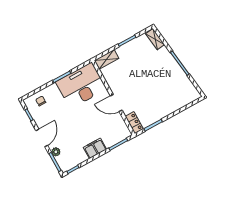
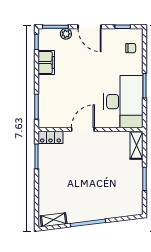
shelving: (155, 39) -> (54, 220), moved
filing cabinet: (95, 148) -> (46, 63), moved

